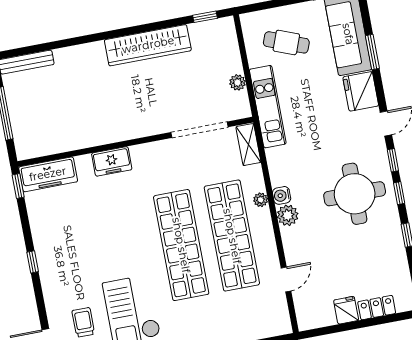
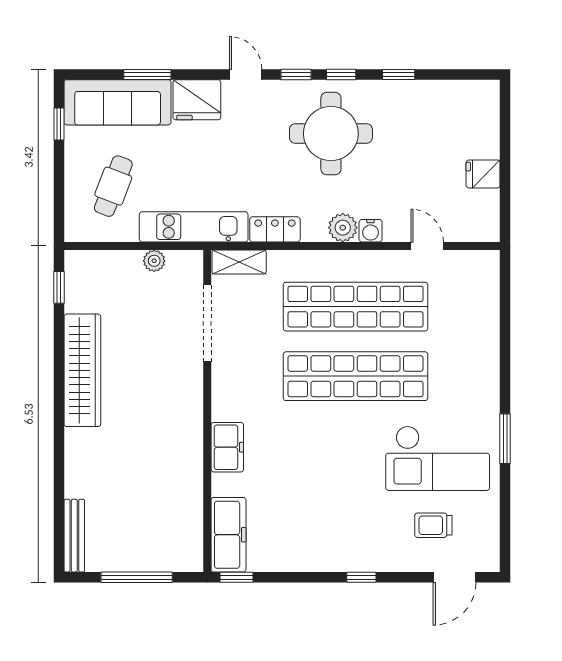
water cooler: (282, 195) -> (371, 231), moved
plant: (261, 200) -> (315, 259), removed
window: (33, 262) -> (361, 577), moved
locker: (377, 308) -> (275, 229), moved, turned 90

